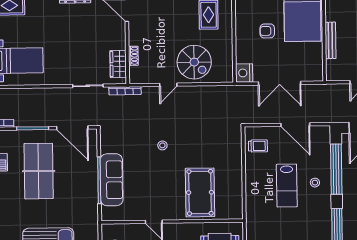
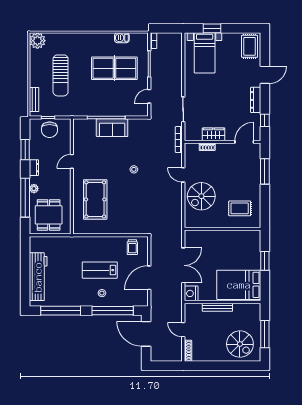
armchair: (267, 31) -> (226, 256), removed
wardrobe: (118, 64) -> (214, 134), moved
nightstand: (244, 73) -> (191, 293), moved, turned -90
double door: (280, 83) -> (183, 265), swing flipped
door: (72, 128) -> (149, 96), width x0.53
sofa: (112, 180) -> (112, 128), width x0.73
pool table: (200, 192) -> (95, 199), turned 90

